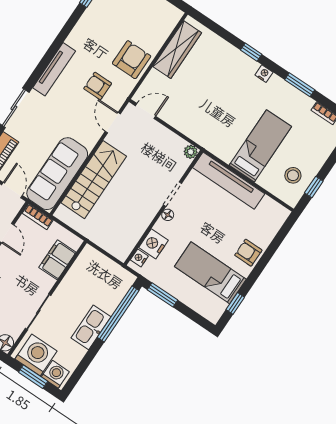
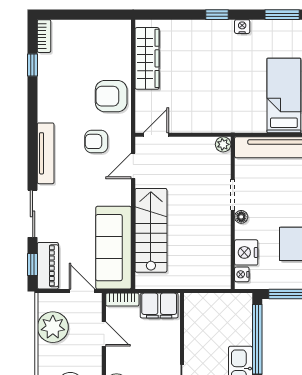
armchair: (132, 60) -> (111, 96), turned -90
door: (113, 123) -> (133, 166), hinge flipped
filing cabinet: (57, 260) -> (159, 306), moved, turned -90

